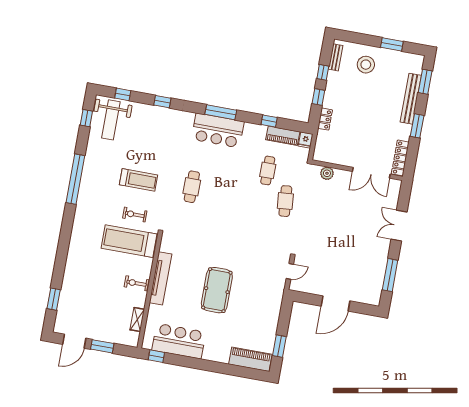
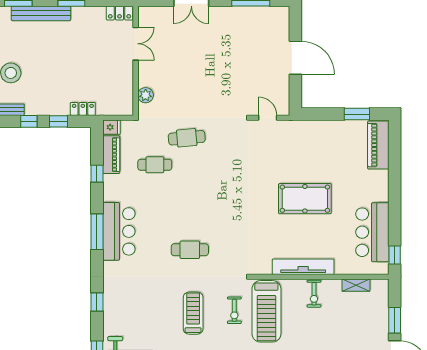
locker: (400, 158) -> (120, 13), width x0.66
double door: (371, 173) -> (136, 44), width x0.73

